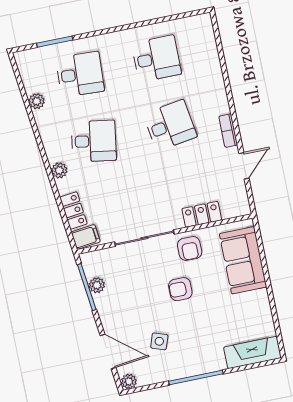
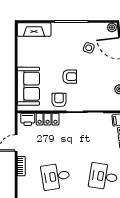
printer: (233, 207) -> (28, 119), added

